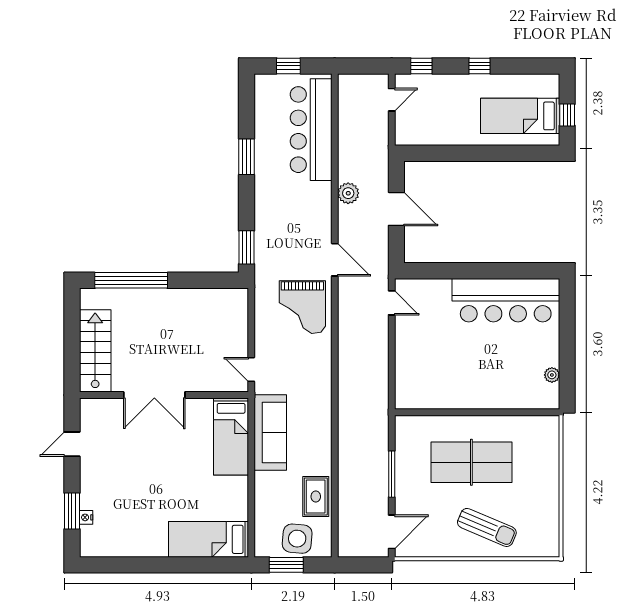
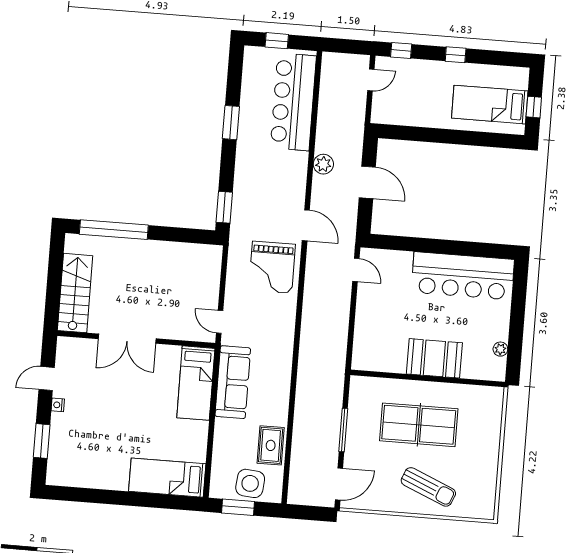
booth: (482, 390) -> (434, 358), added
nightstand: (86, 517) -> (58, 405), moved

